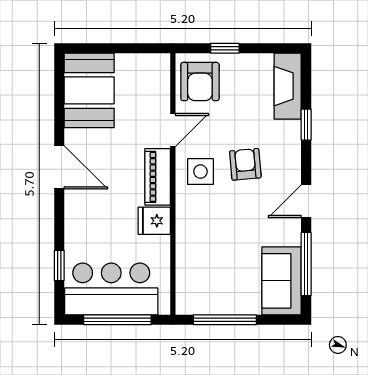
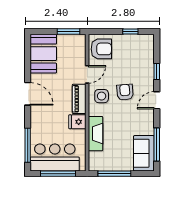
window: (137, 48) -> (69, 31), added
window: (225, 48) -> (130, 31), moved
armchair: (200, 82) -> (101, 49), turned -90
fireplace: (288, 86) -> (95, 134), moved, turned 180
door: (306, 201) -> (157, 100), moved
window: (59, 266) -> (28, 145), width x2.17

